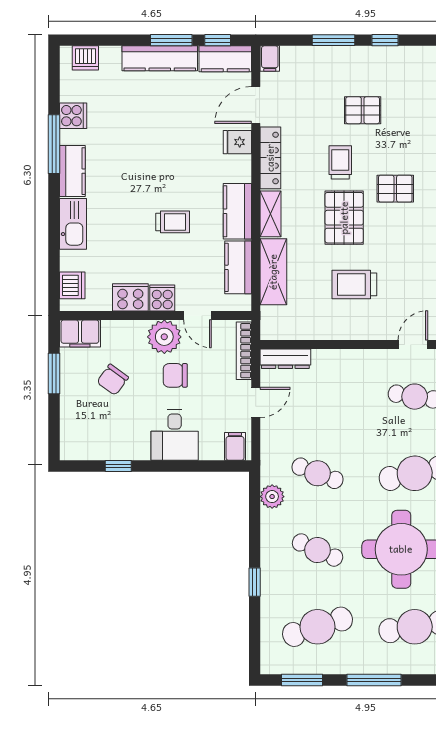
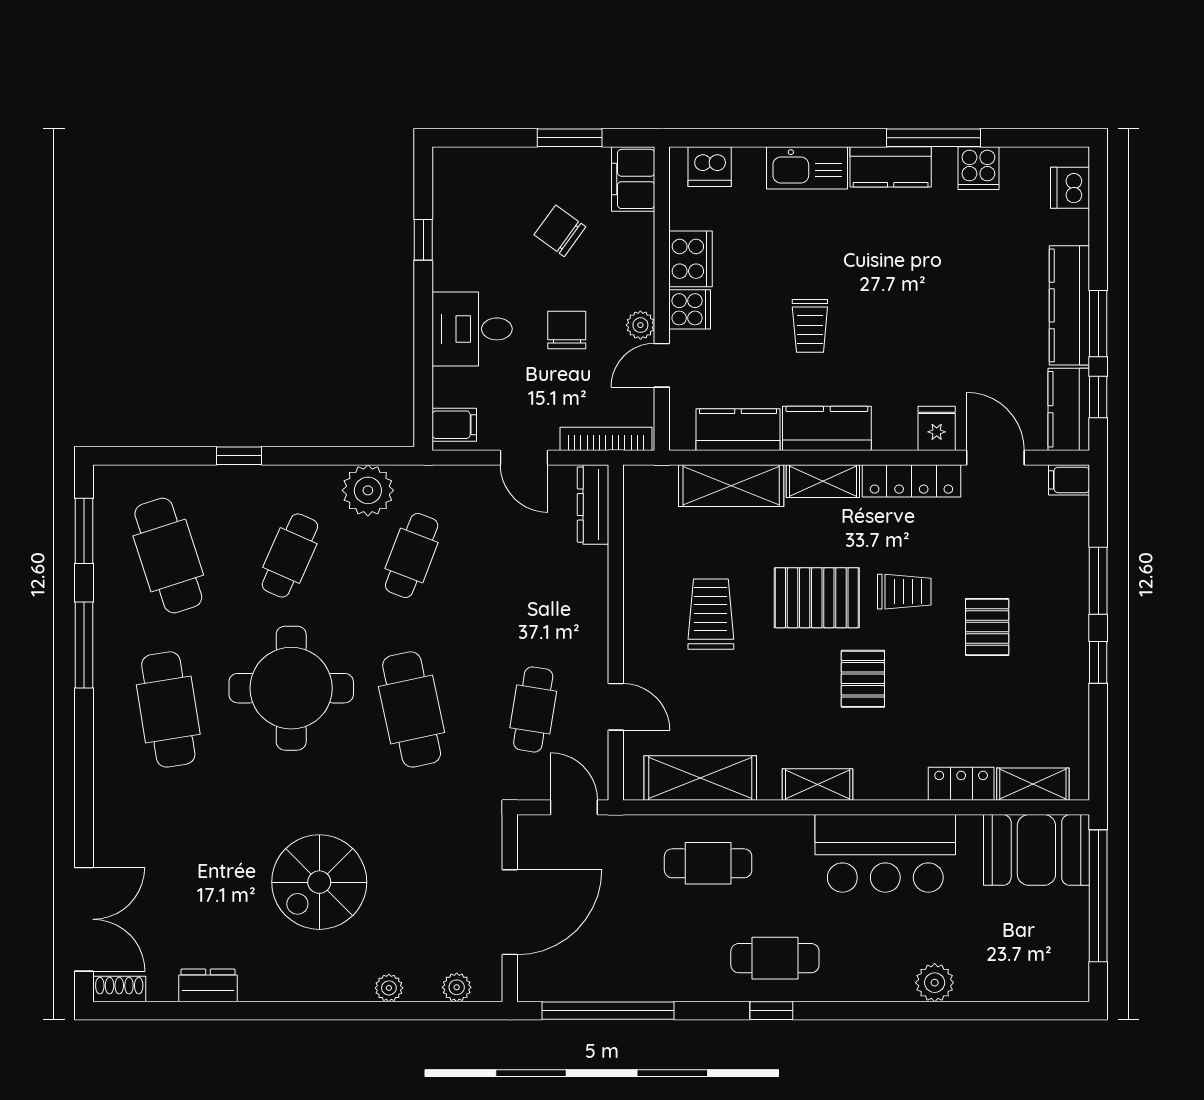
plant: (164, 337) -> (640, 325), width x0.53, depth x0.53
plant: (272, 497) -> (368, 490), width x1.36, depth x1.36

